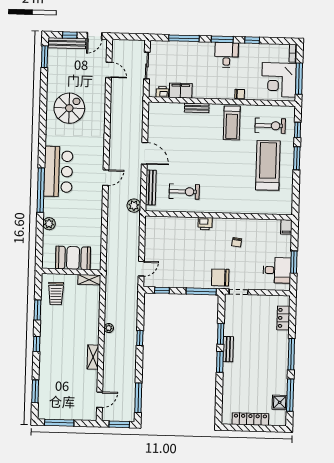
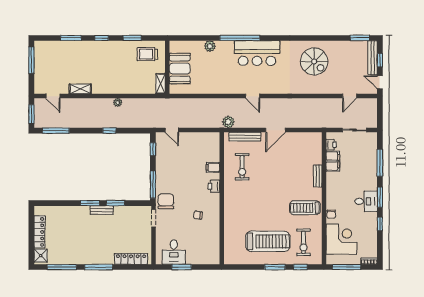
corner desk: (279, 80) -> (341, 239), moved, turned 90
filing cabinet: (286, 227) -> (213, 167), moved
locker: (283, 318) -> (131, 259), width x1.53
shelving: (93, 357) -> (80, 89), moved
window: (35, 391) -> (71, 38), moved
shower: (280, 402) -> (41, 256), moved

